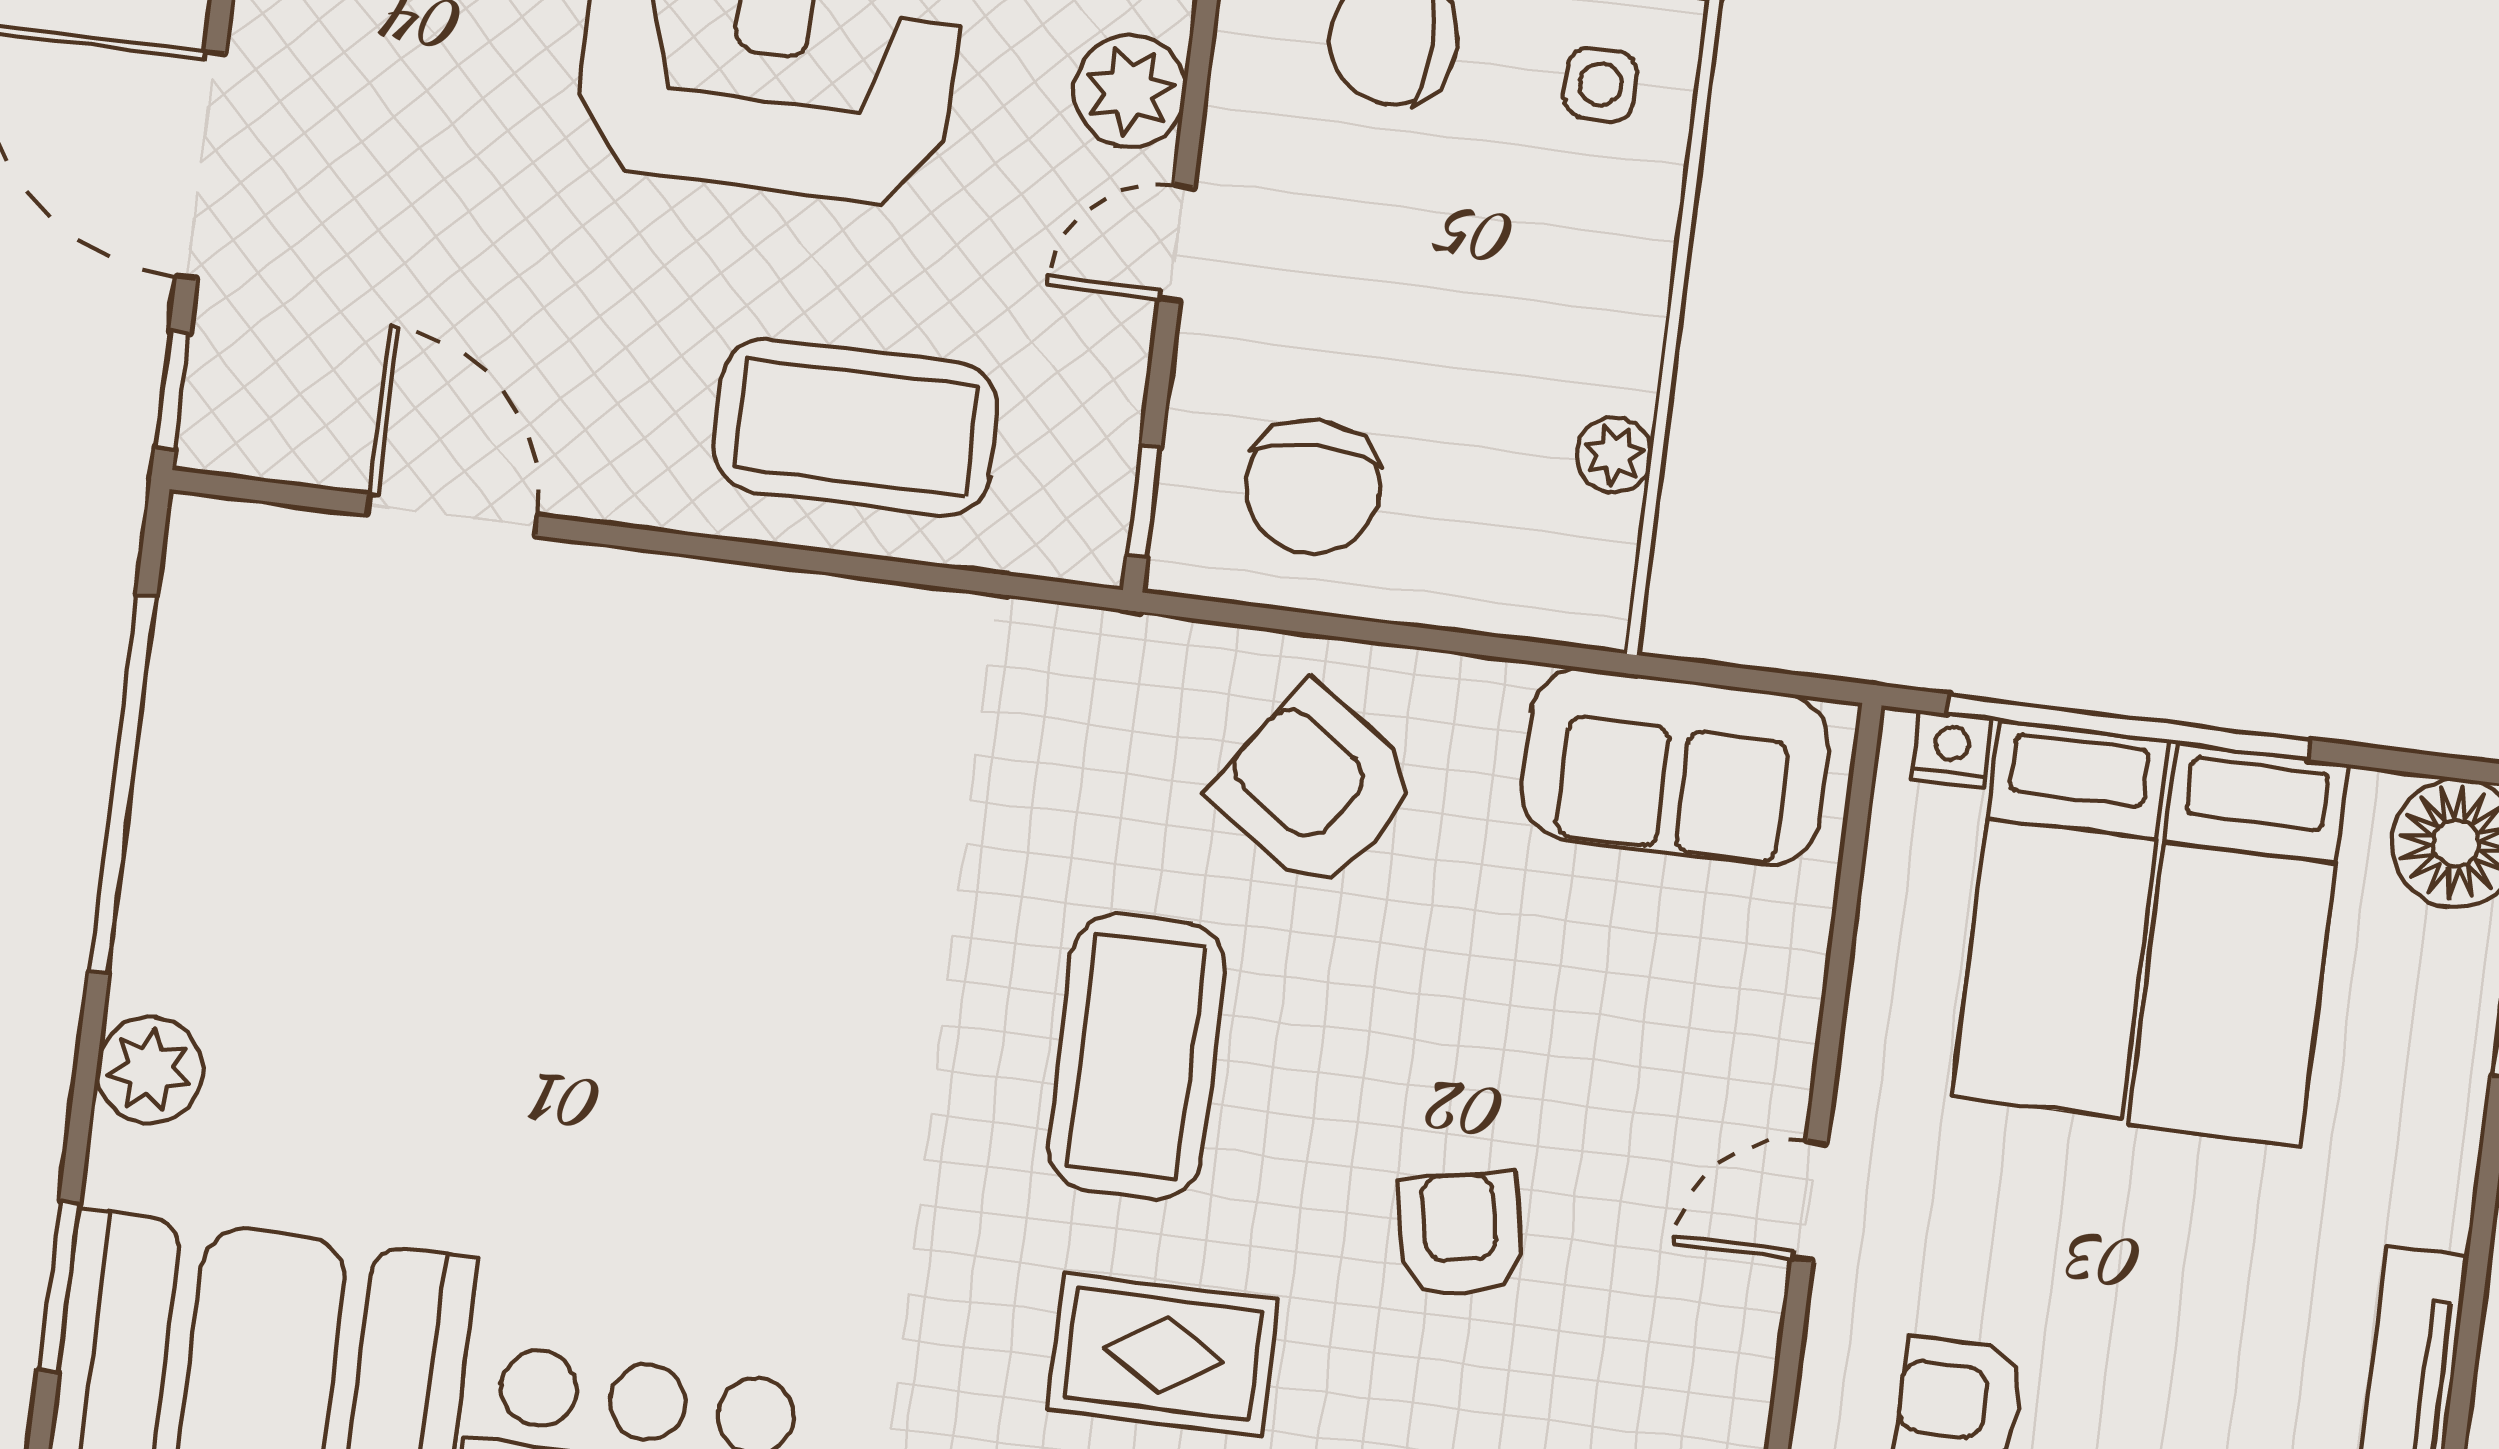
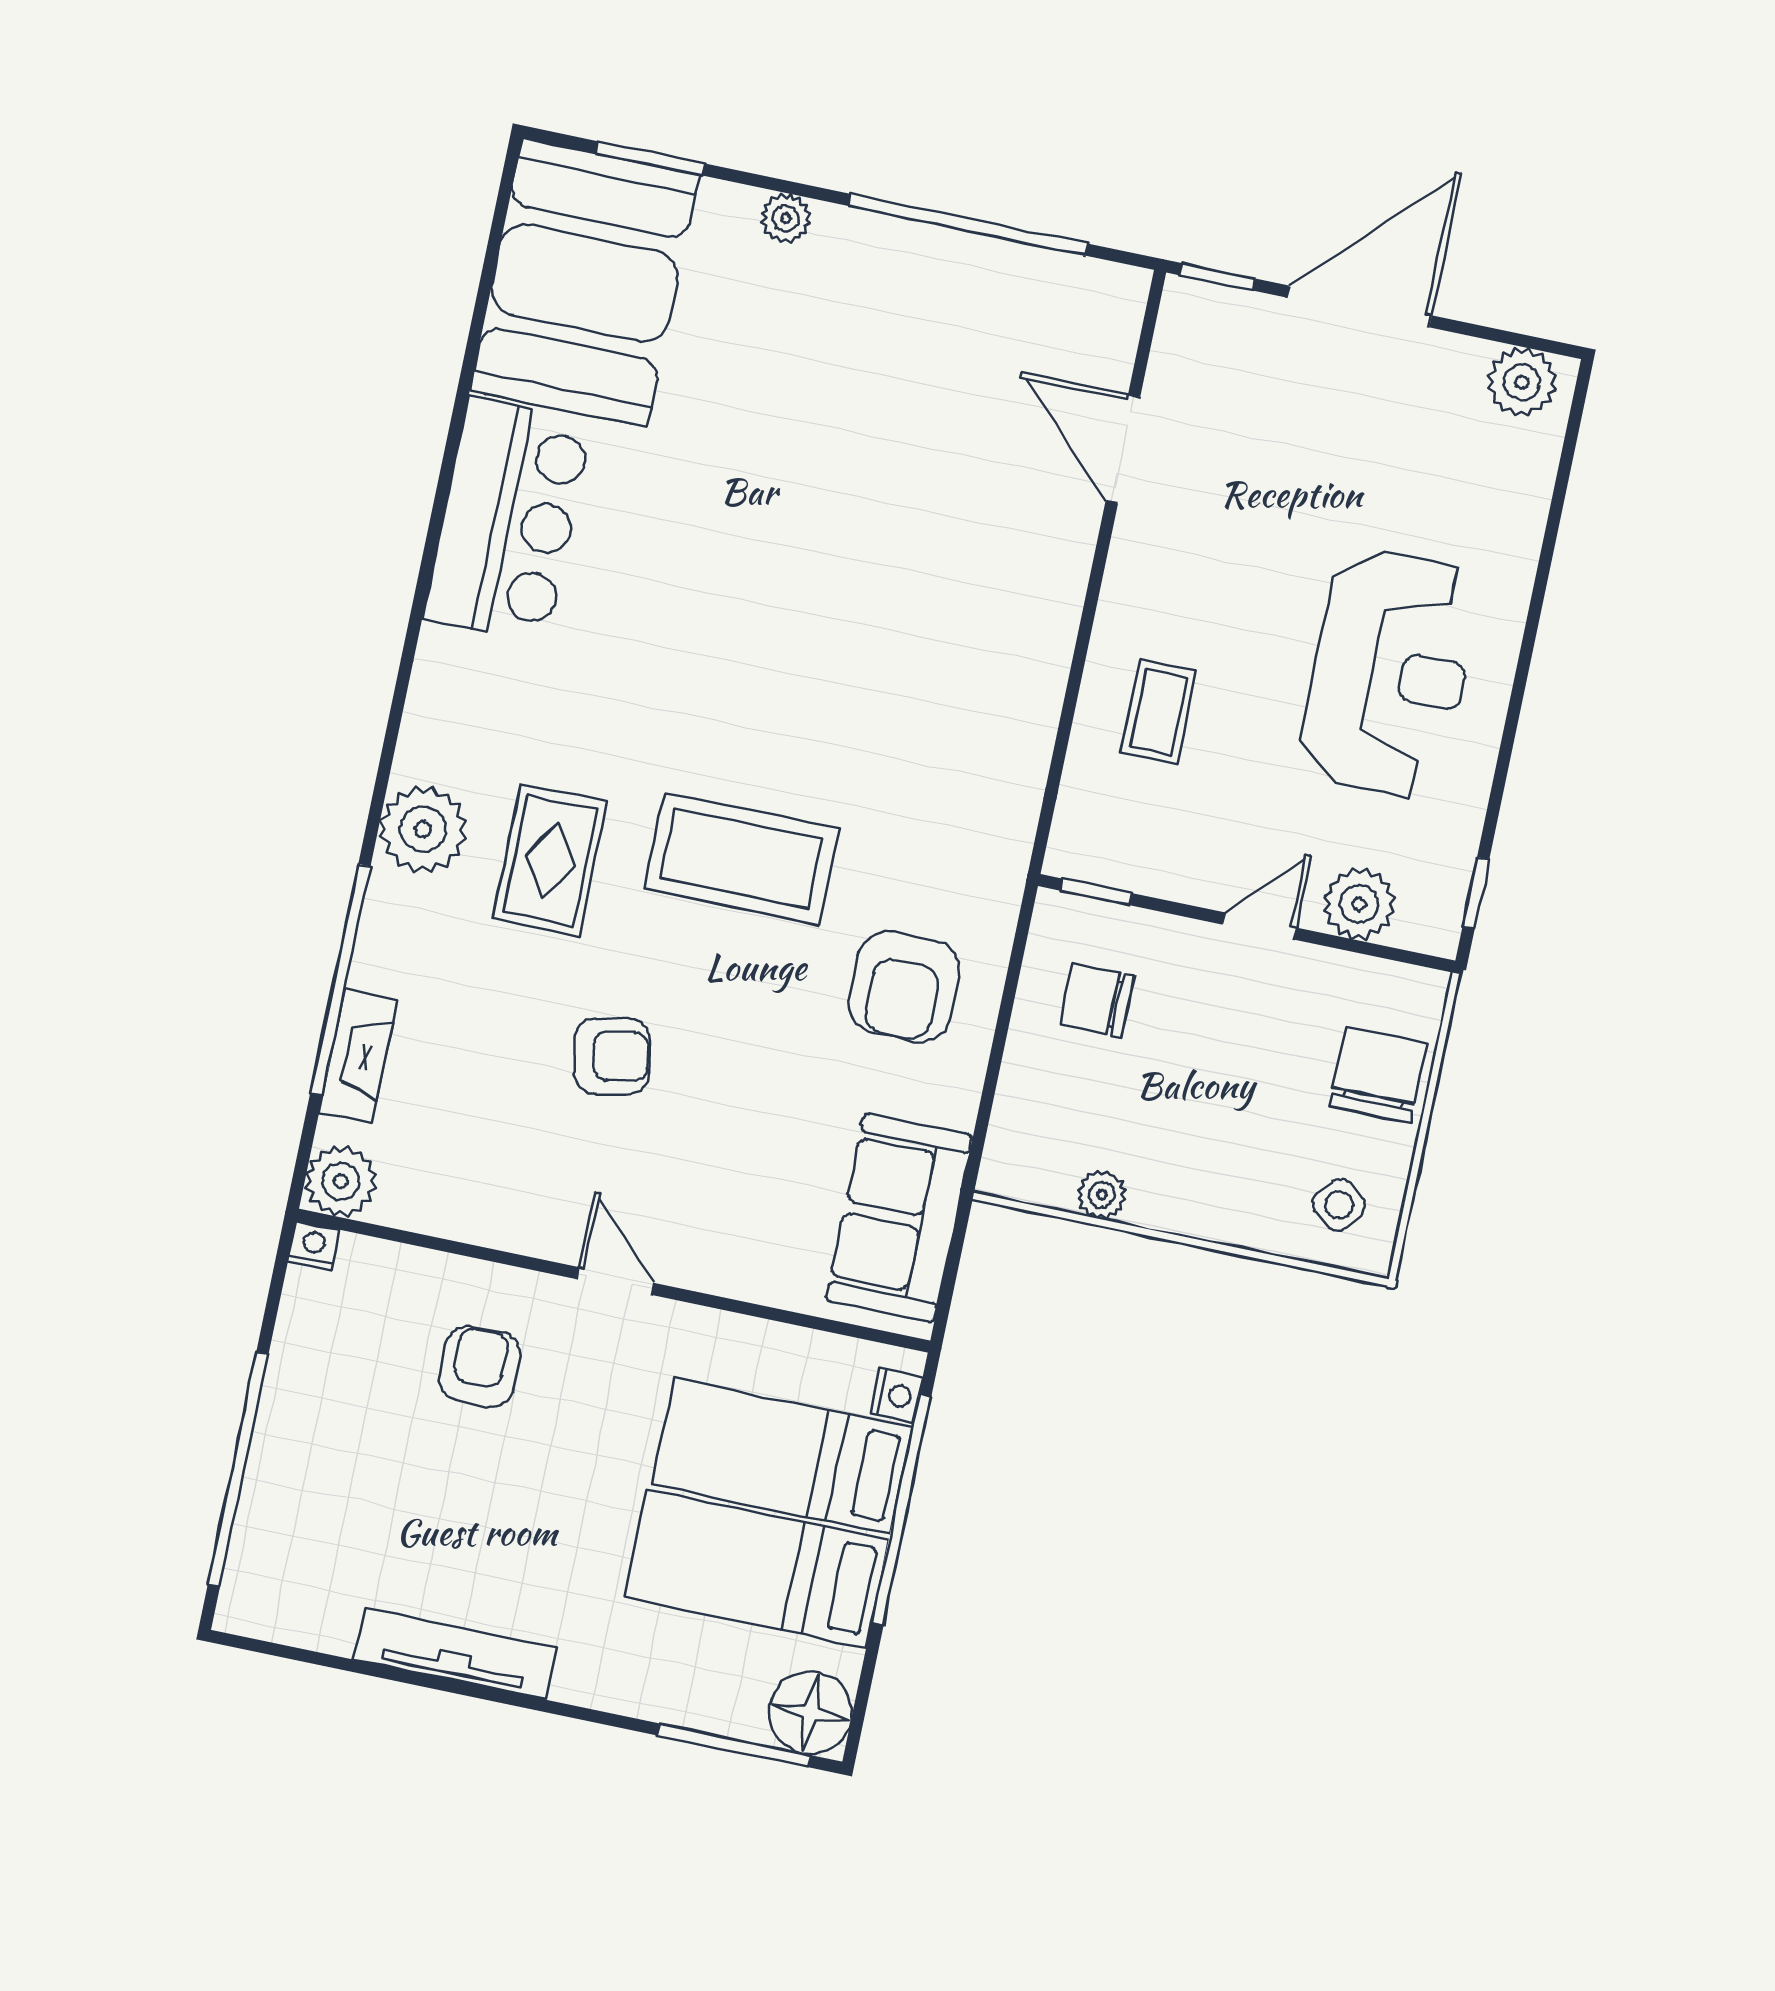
side table: (1600, 85) -> (1339, 1205), turned 37
door: (1177, 243) -> (1259, 926), hinge flipped
coffee table: (856, 427) -> (1158, 712), width x0.54, depth x0.58
chair: (1313, 487) -> (1097, 1000), width x0.73, depth x0.73
door: (452, 515) -> (1123, 449), swing flipped
armchair: (1315, 788) -> (904, 987), turned 145
plant: (150, 1070) -> (786, 218), width x0.73, depth x0.73

